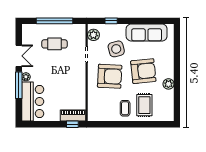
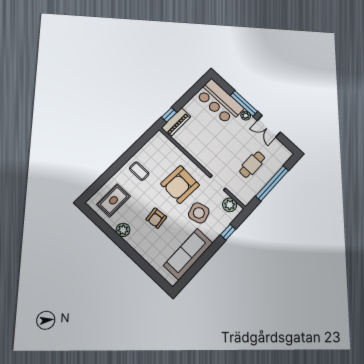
armchair: (143, 71) -> (156, 218), width x0.53, depth x0.53
rug: (144, 105) -> (114, 200), moved, turned 90

